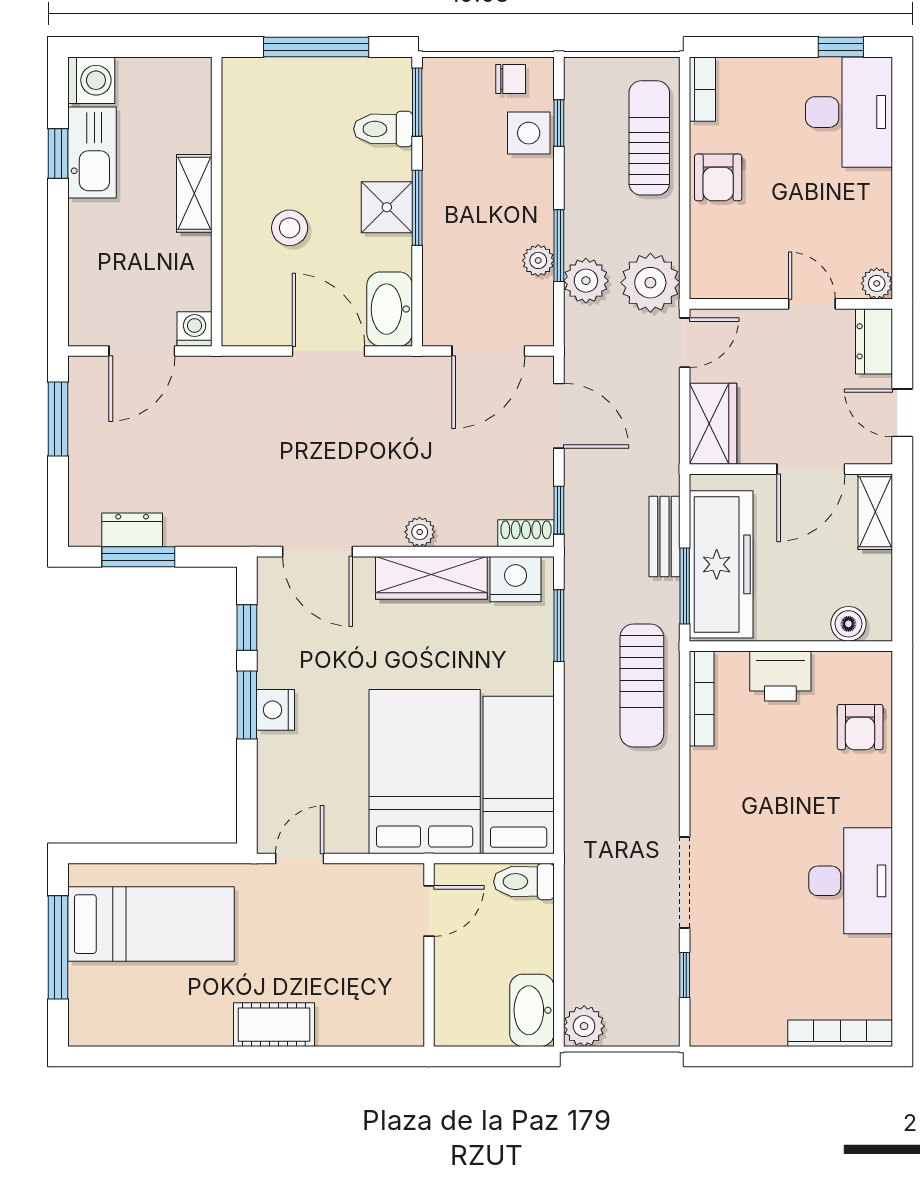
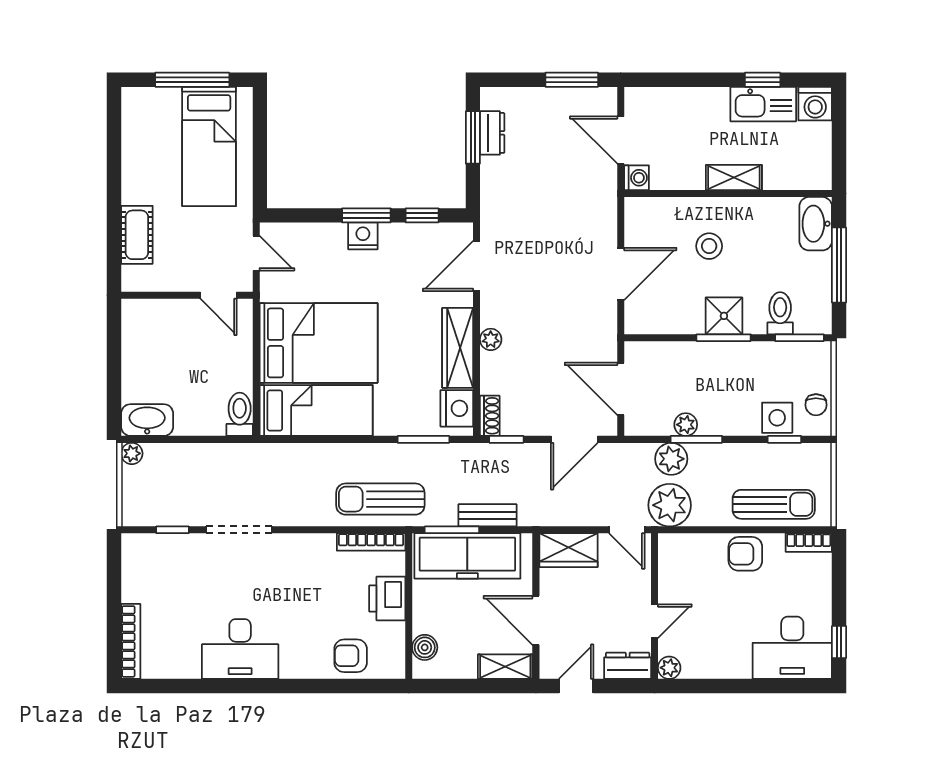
washbasin: (390, 309) -> (816, 224), moved, turned -90
door: (429, 911) -> (219, 295), moved
wall: (429, 955) -> (187, 295), moved
plant: (584, 1026) -> (132, 453), width x0.73, depth x0.73

